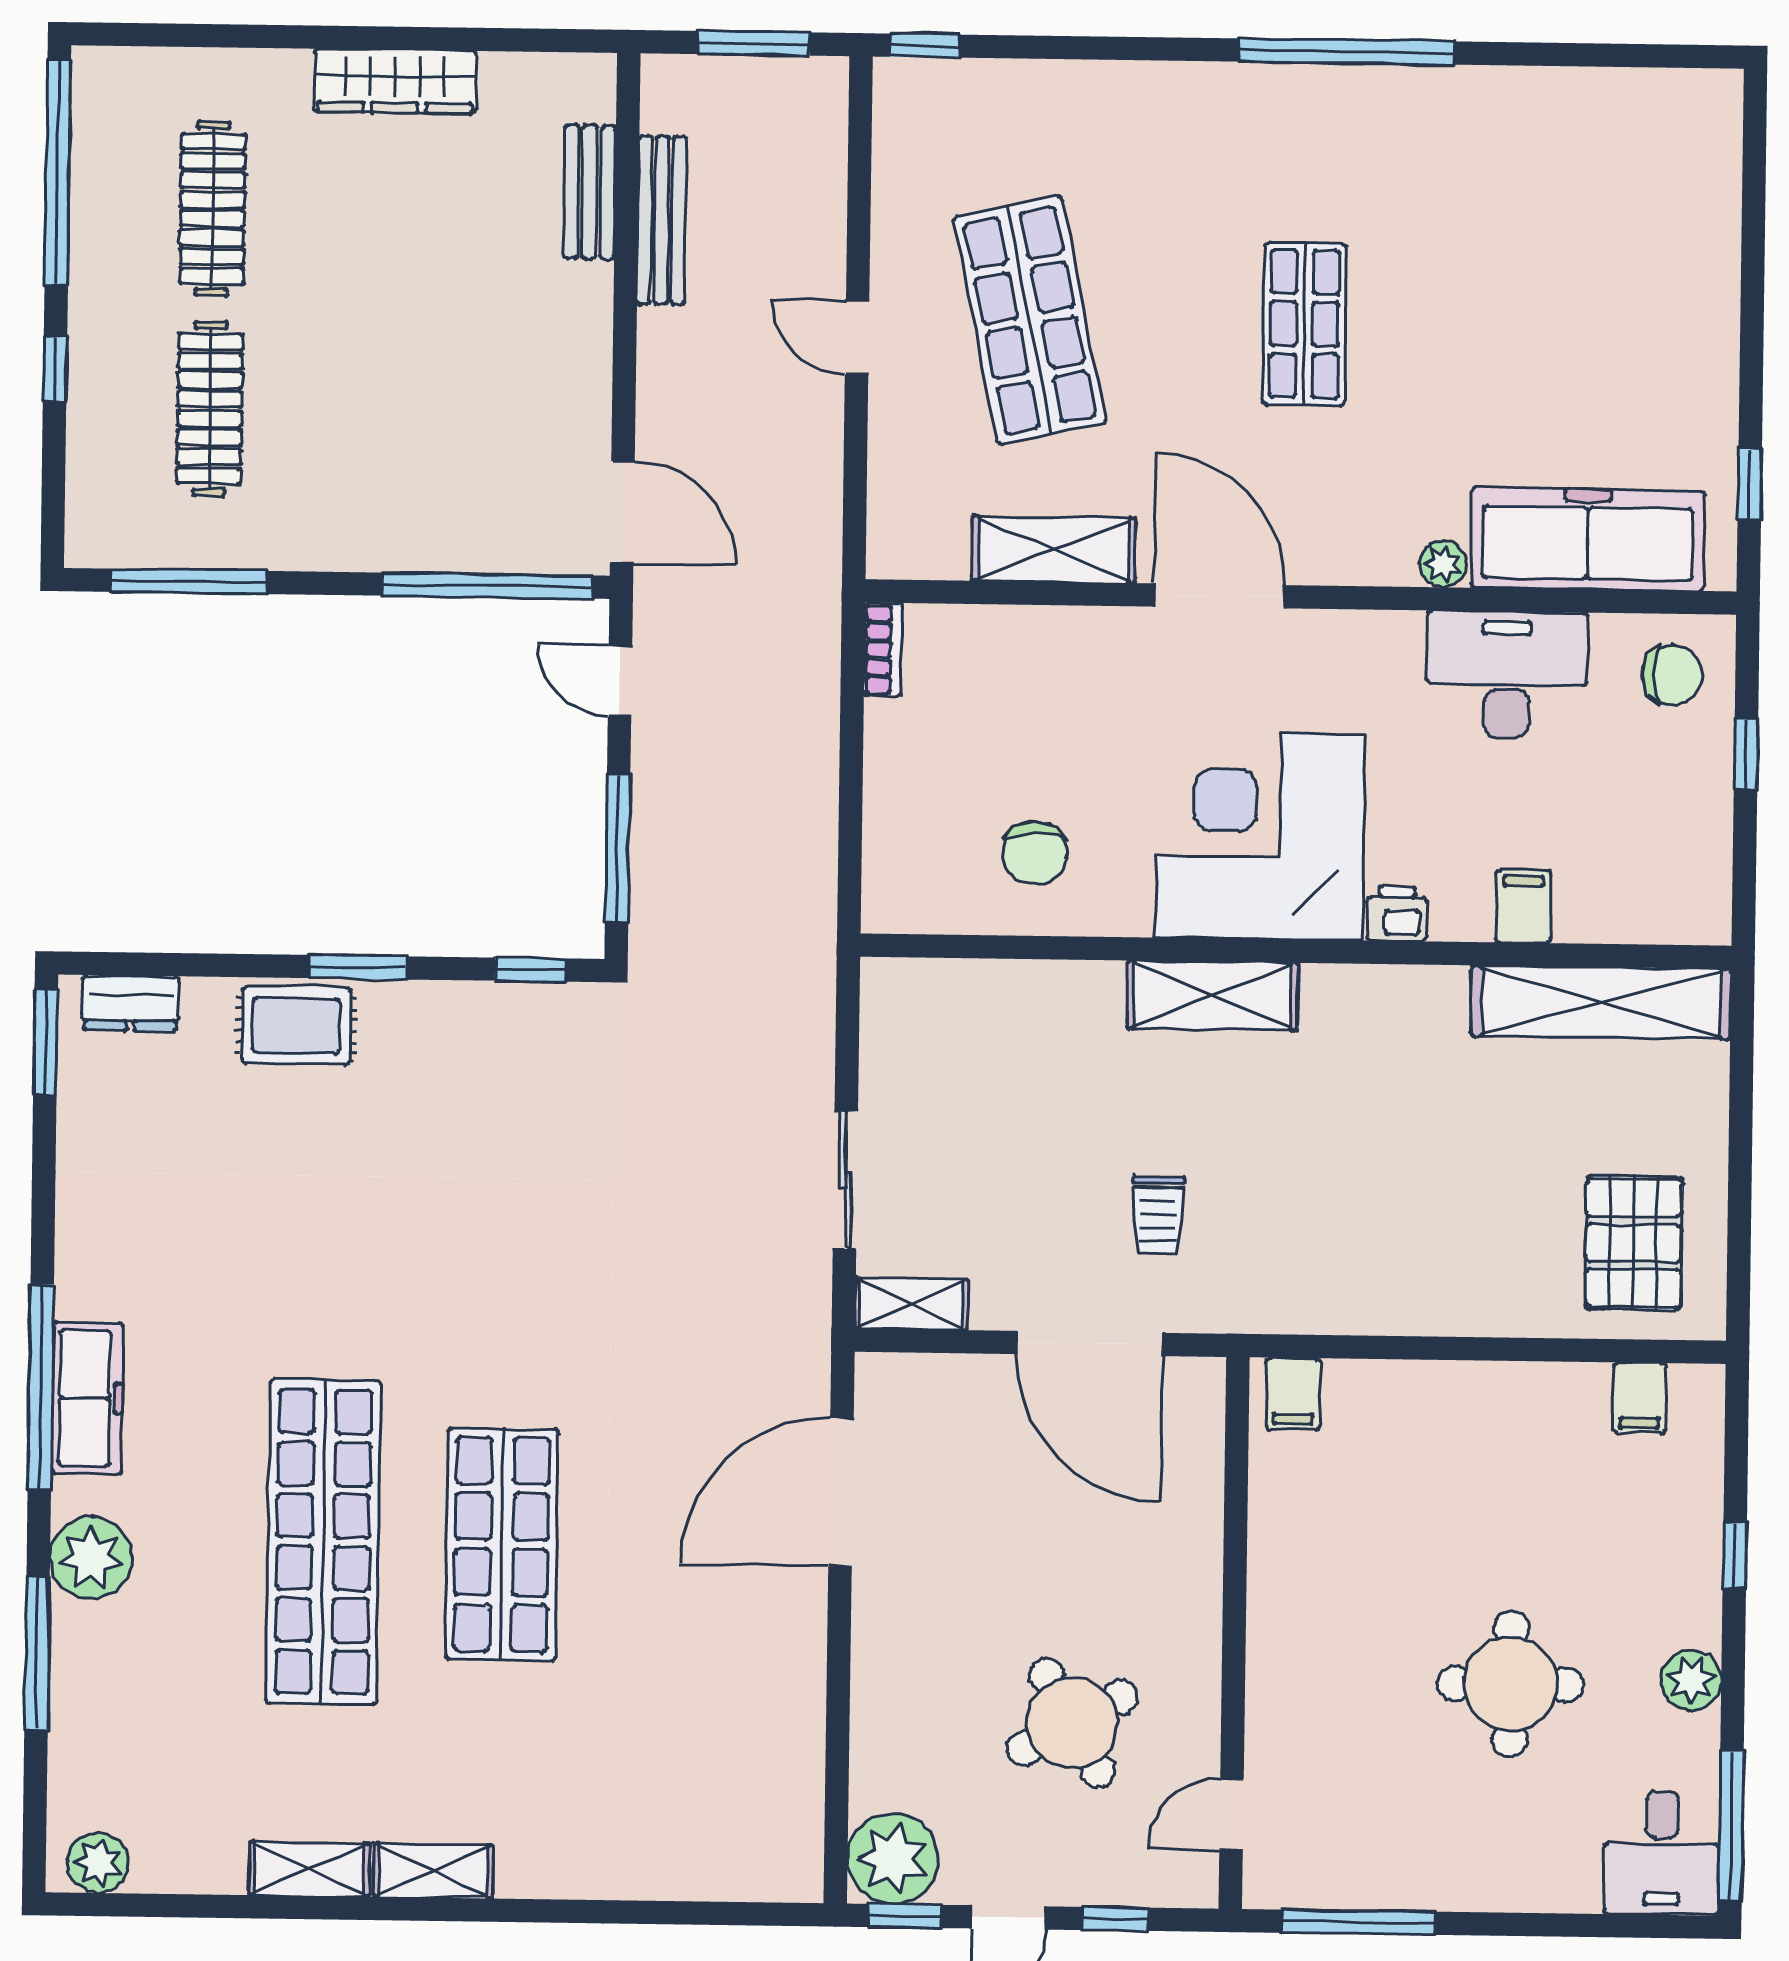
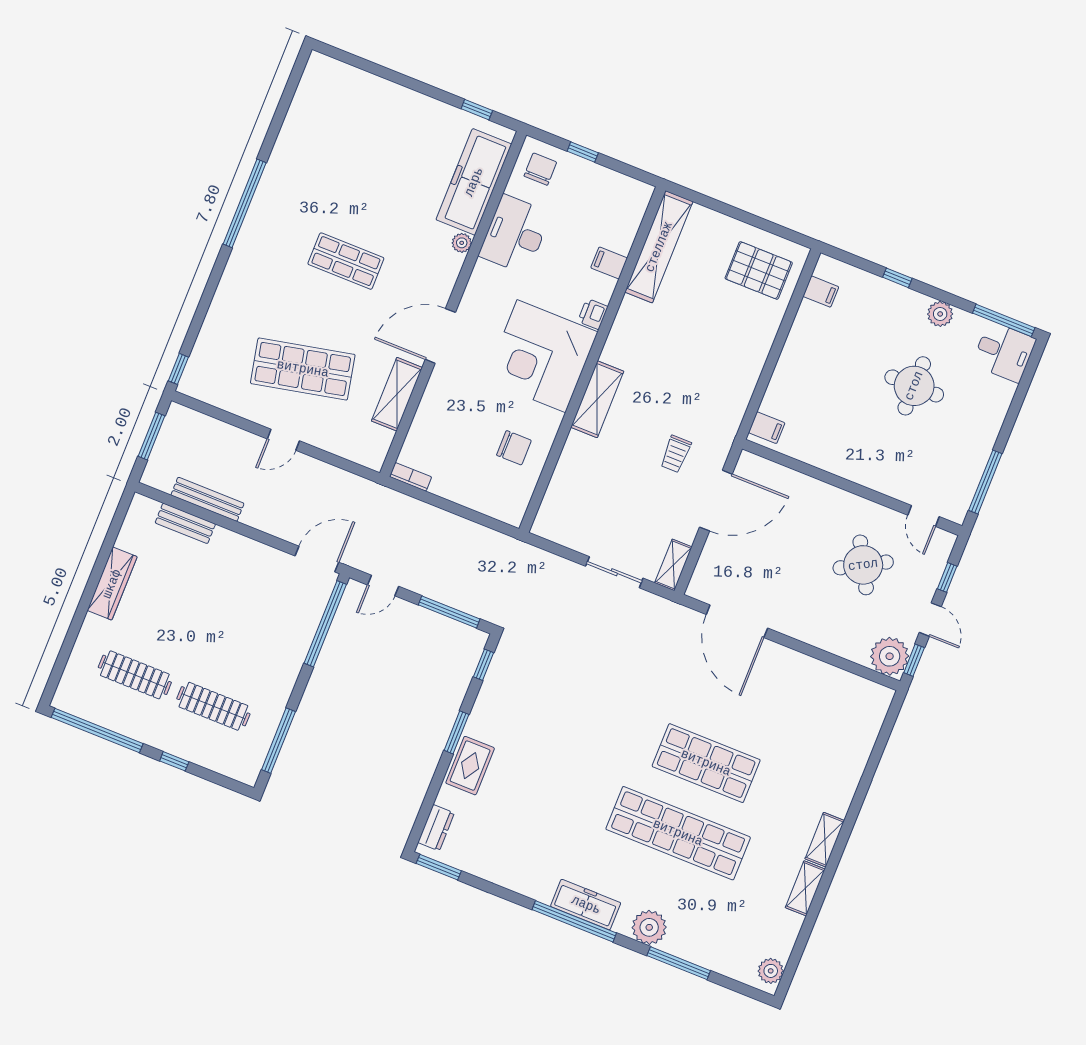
trolley: (1158, 1215) -> (676, 454), turned 90

